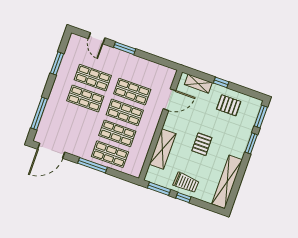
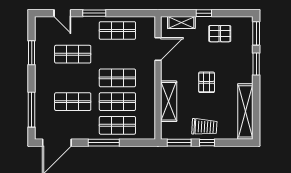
shop shelf: (132, 92) -> (117, 30), moved
shop shelf: (85, 99) -> (73, 102), moved

